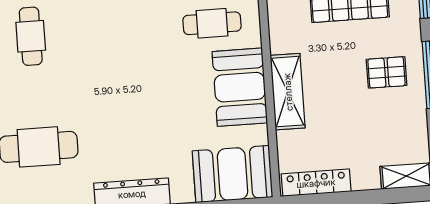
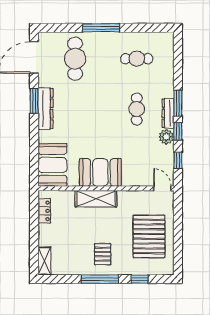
cafe table: (212, 23) -> (137, 109), moved
locker: (316, 183) -> (44, 211), width x0.66

